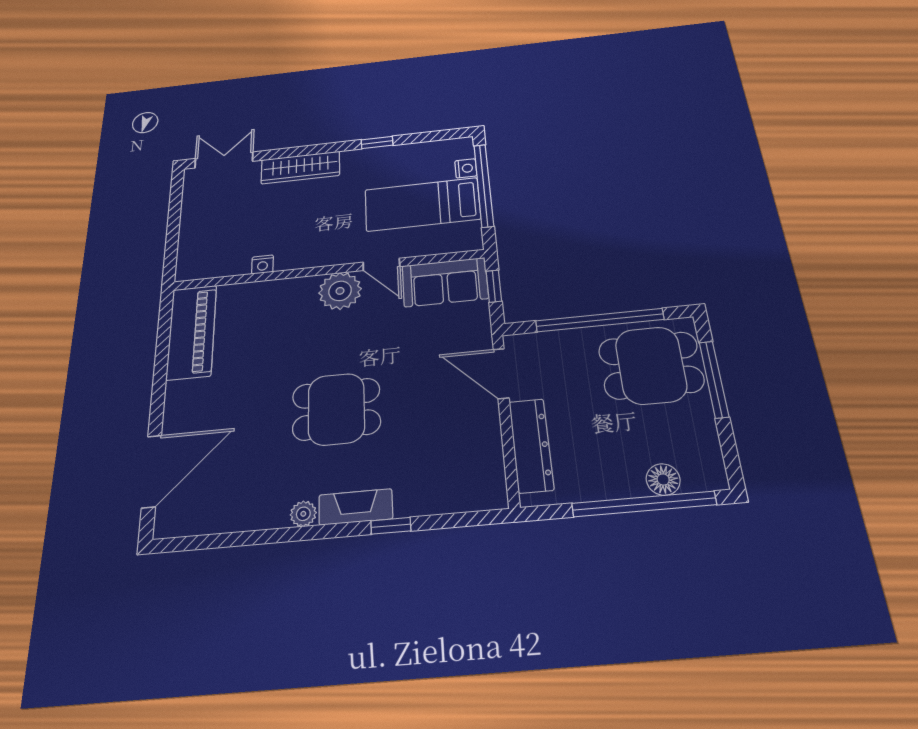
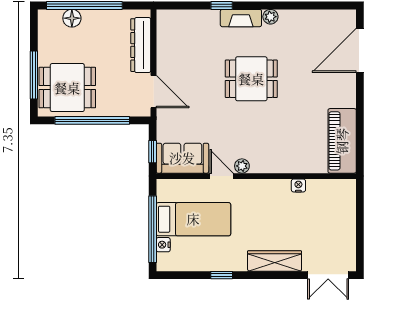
plant: (340, 291) -> (242, 166), width x0.53, depth x0.53

